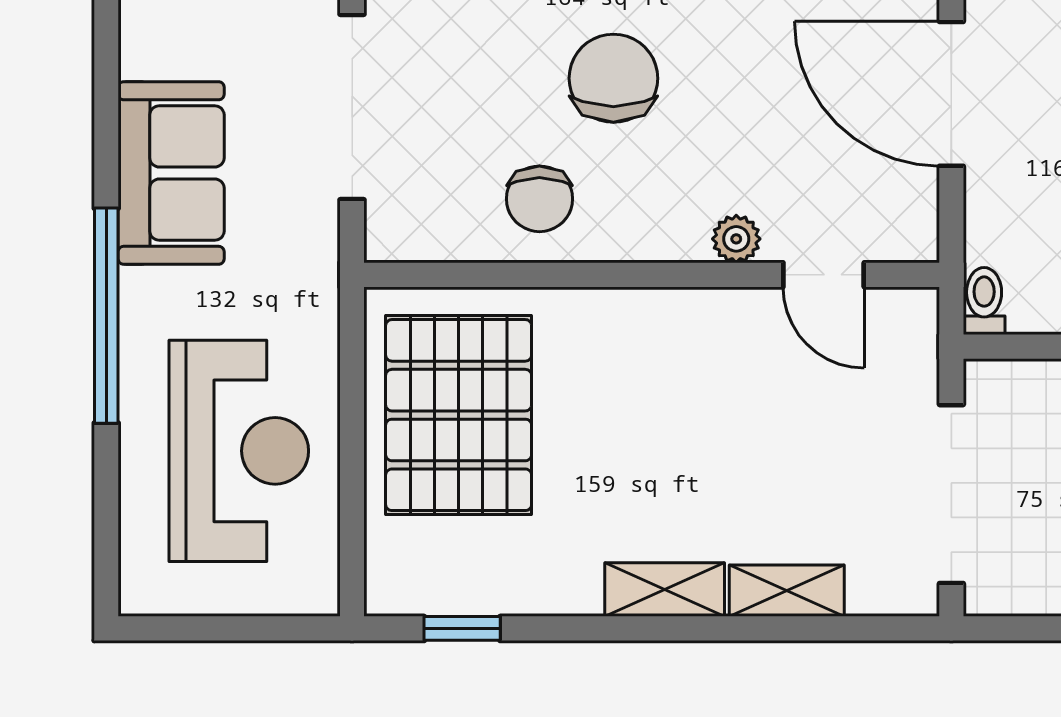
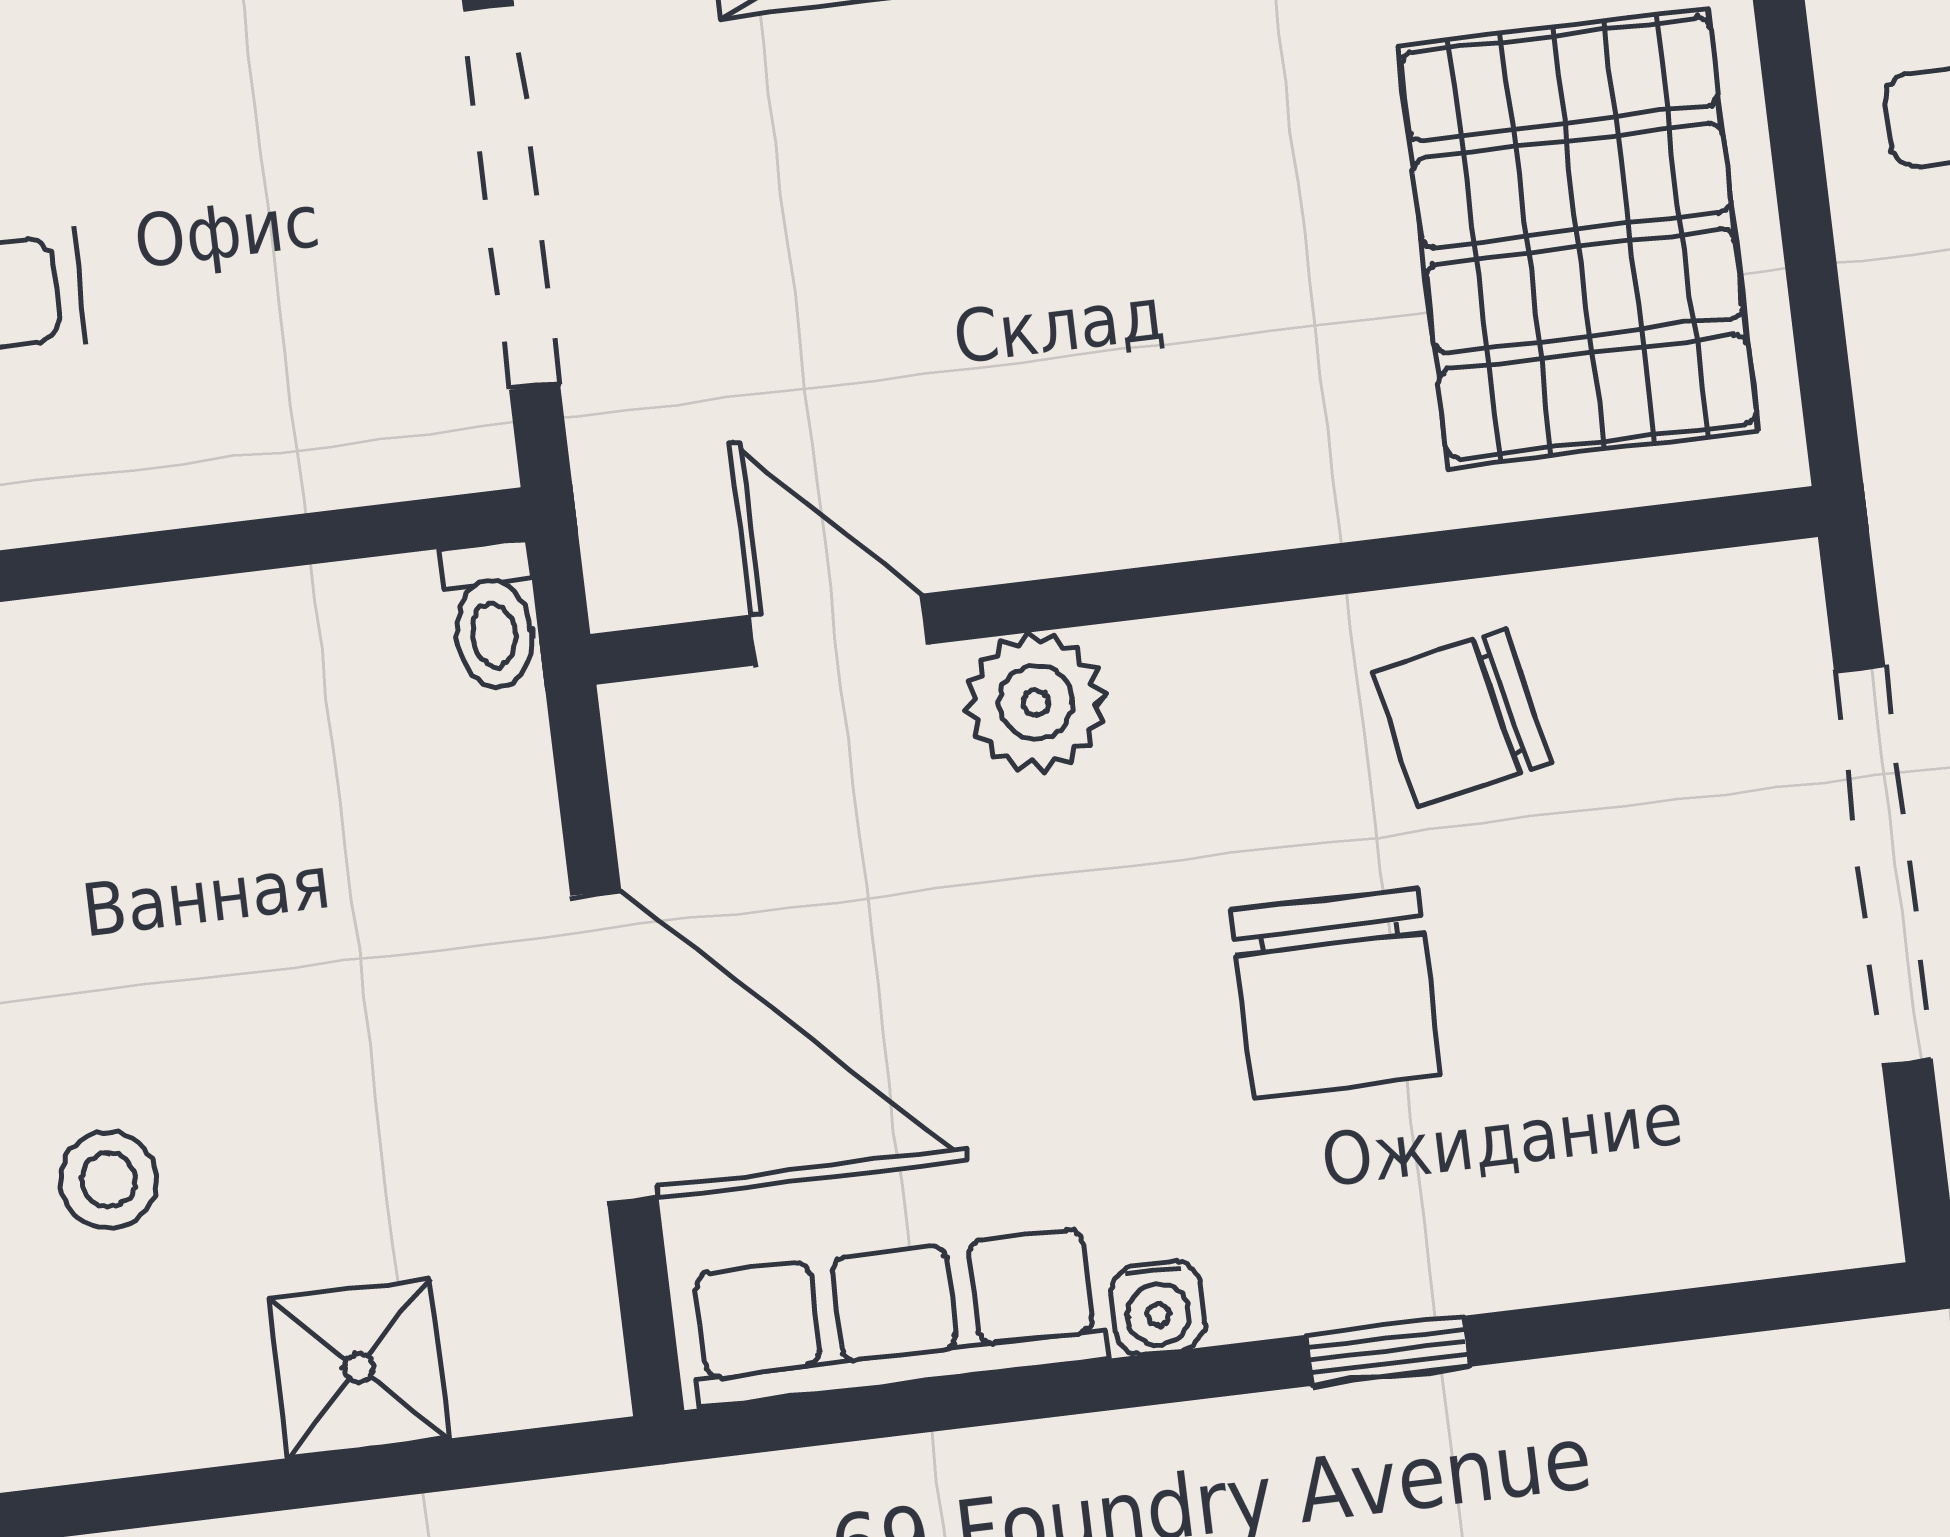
chair: (539, 199) -> (1462, 718), turned -102
plant: (736, 239) -> (1036, 702), width x1.38, depth x1.38

